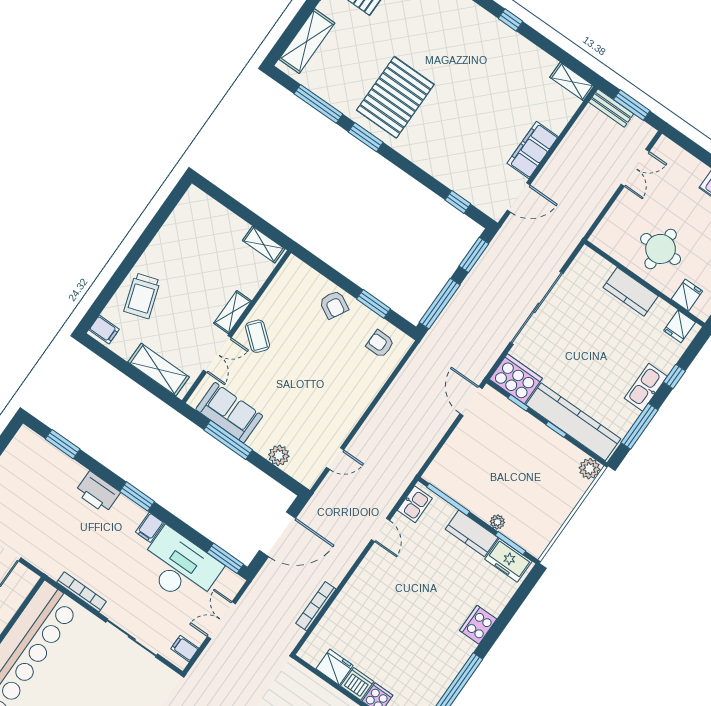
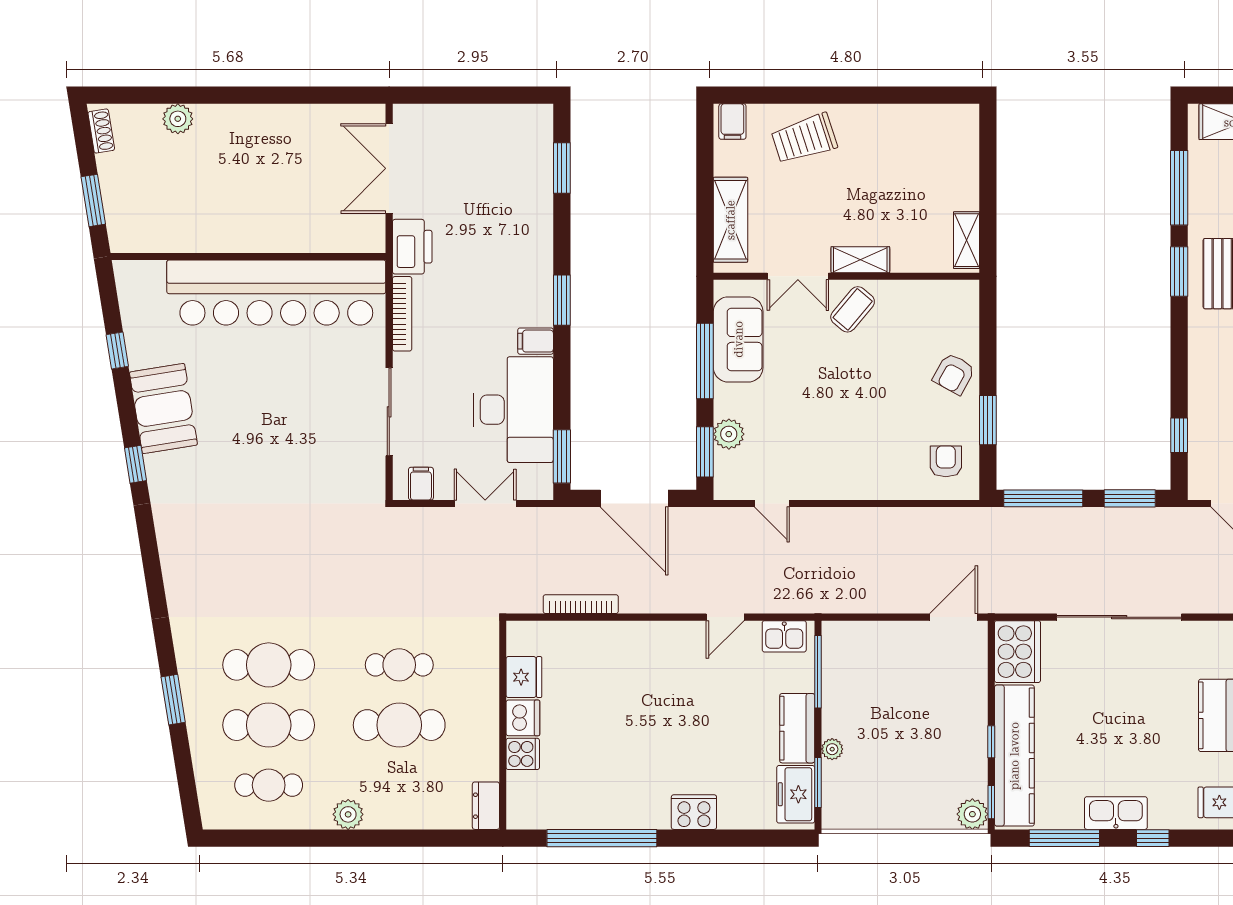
window: (518, 403) -> (991, 802), moved
window: (279, 476) -> (705, 452), added
printer: (98, 492) -> (412, 247), moved, turned 180

